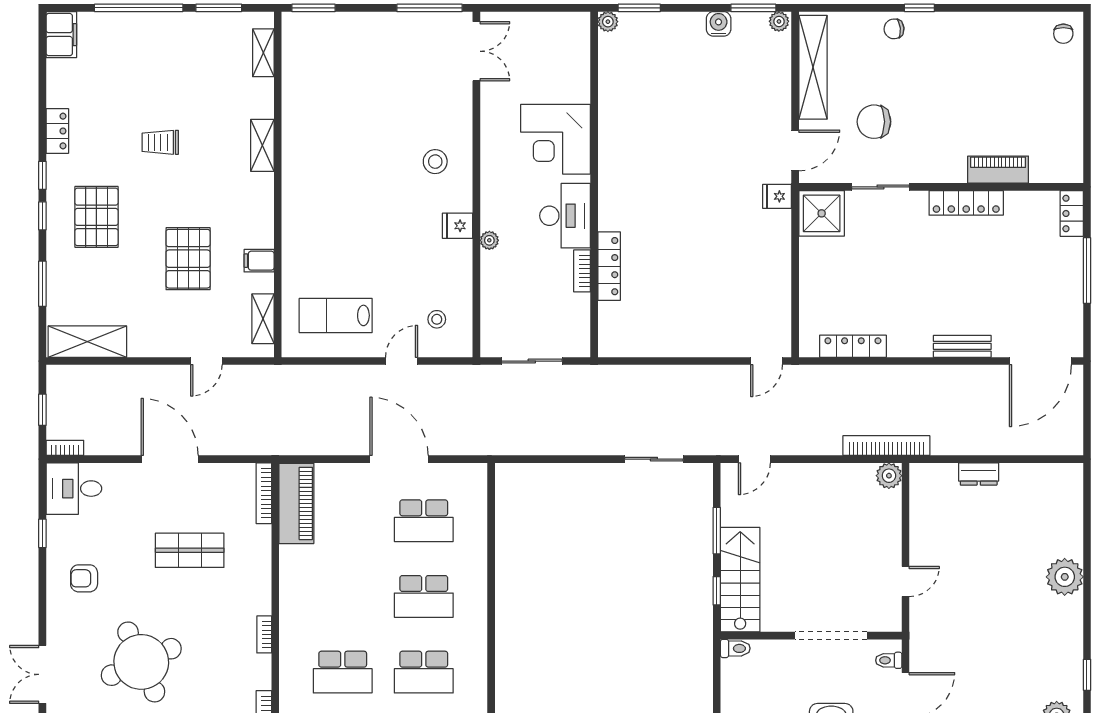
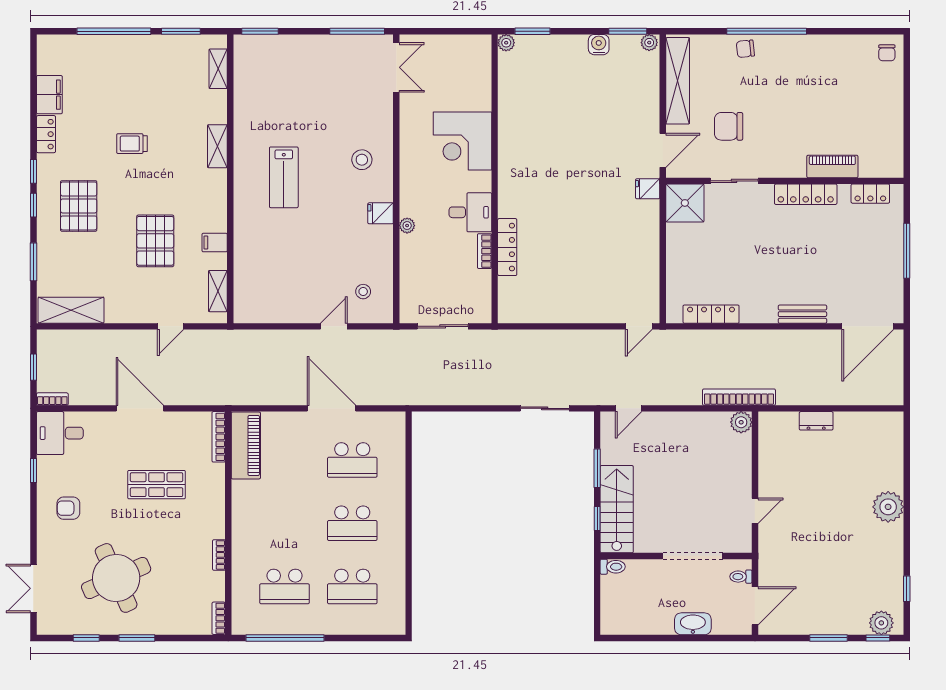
window: (919, 8) -> (767, 31), width x3.17
filing cabinet: (61, 35) -> (49, 95), moved
locker: (1072, 213) -> (870, 194), moved, turned -90
desk: (565, 216) -> (470, 212), width x0.73
lab bench: (336, 315) -> (284, 177), moved, turned -90

